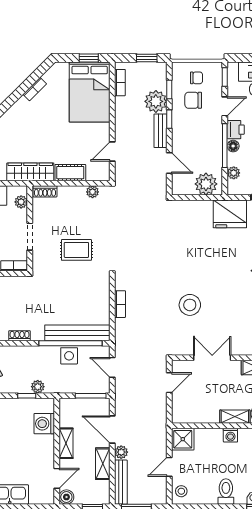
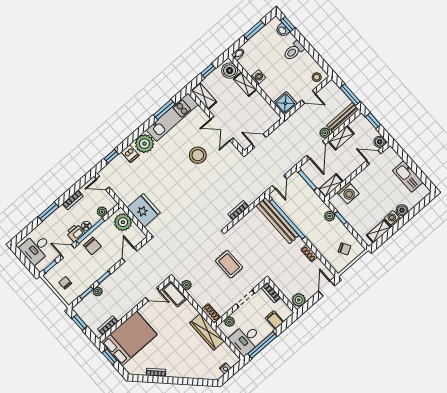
chair: (193, 100) -> (92, 246), moved
plant: (156, 101) -> (98, 291), width x0.53, depth x0.53
bench: (161, 131) -> (115, 277), removed
cot: (70, 173) -> (174, 294), moved
fridge: (230, 214) -> (144, 210), moved
stool: (190, 305) -> (198, 155), moved
side table: (69, 356) -> (295, 214), removed
shelving: (66, 443) -> (331, 185), moved

